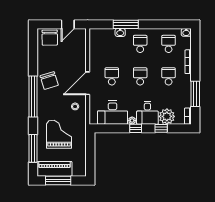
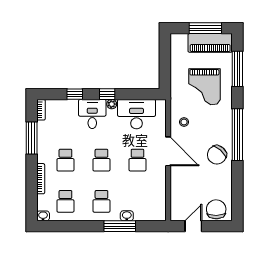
chair: (49, 81) -> (217, 155), turned -122
door: (88, 83) -> (168, 151), hinge flipped
plant: (167, 116) -> (68, 109), removed

